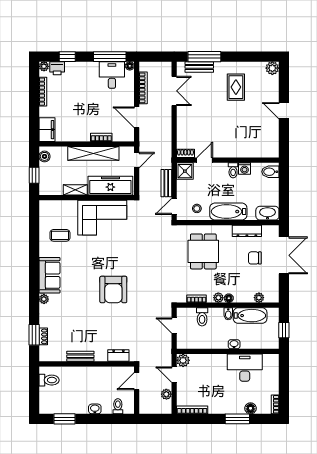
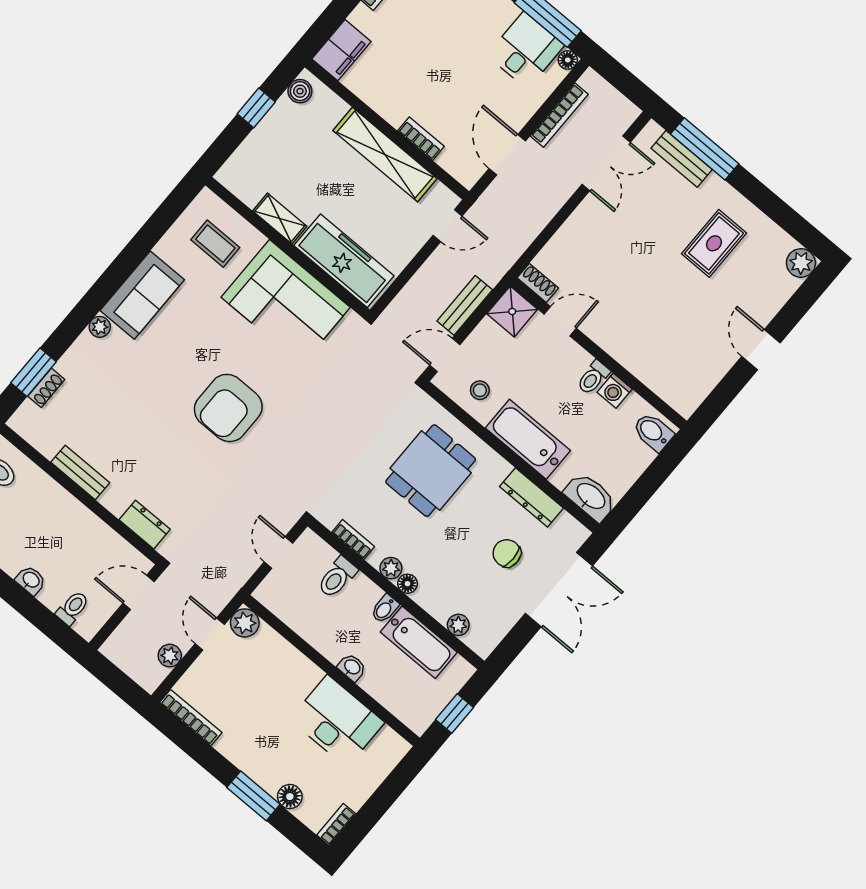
freezer: (110, 186) -> (344, 261), moved
shelving: (75, 190) -> (280, 219), moved
wall: (87, 198) -> (288, 247), moved
corner sofa: (102, 218) -> (286, 302), moved

